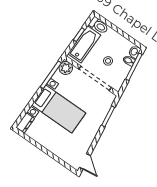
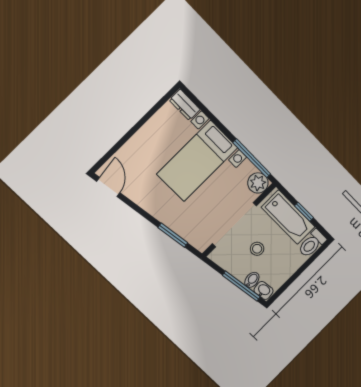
door: (85, 161) -> (108, 187), swing flipped

